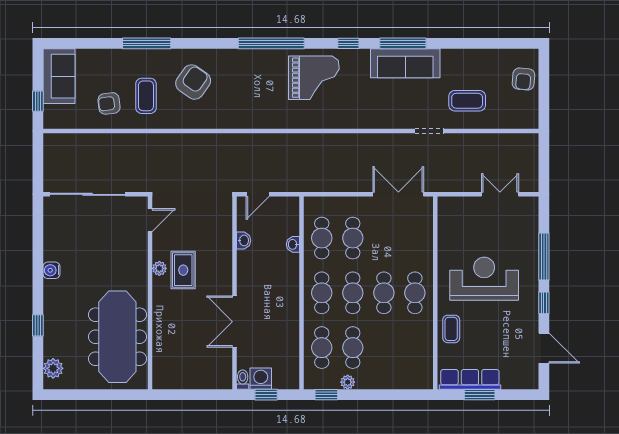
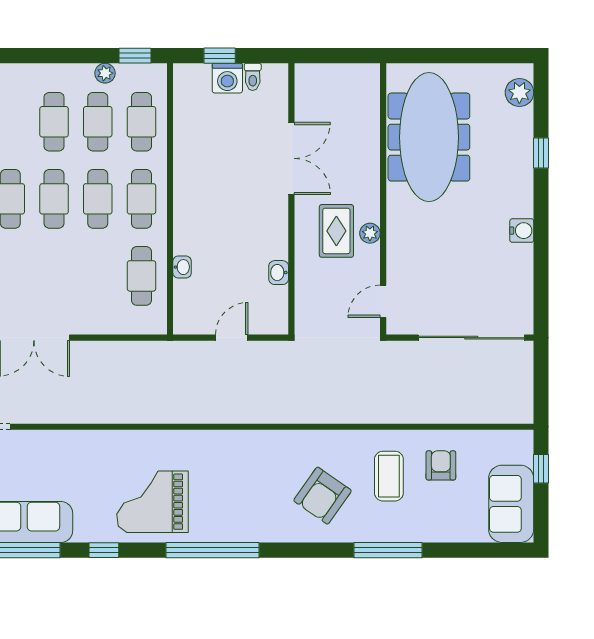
armchair: (109, 103) -> (441, 465), turned -83
cafe table: (353, 238) -> (54, 122), moved
washbasin: (244, 240) -> (279, 273), moved
wall: (235, 293) -> (291, 199), moved
double door: (235, 322) -> (291, 158), moved

